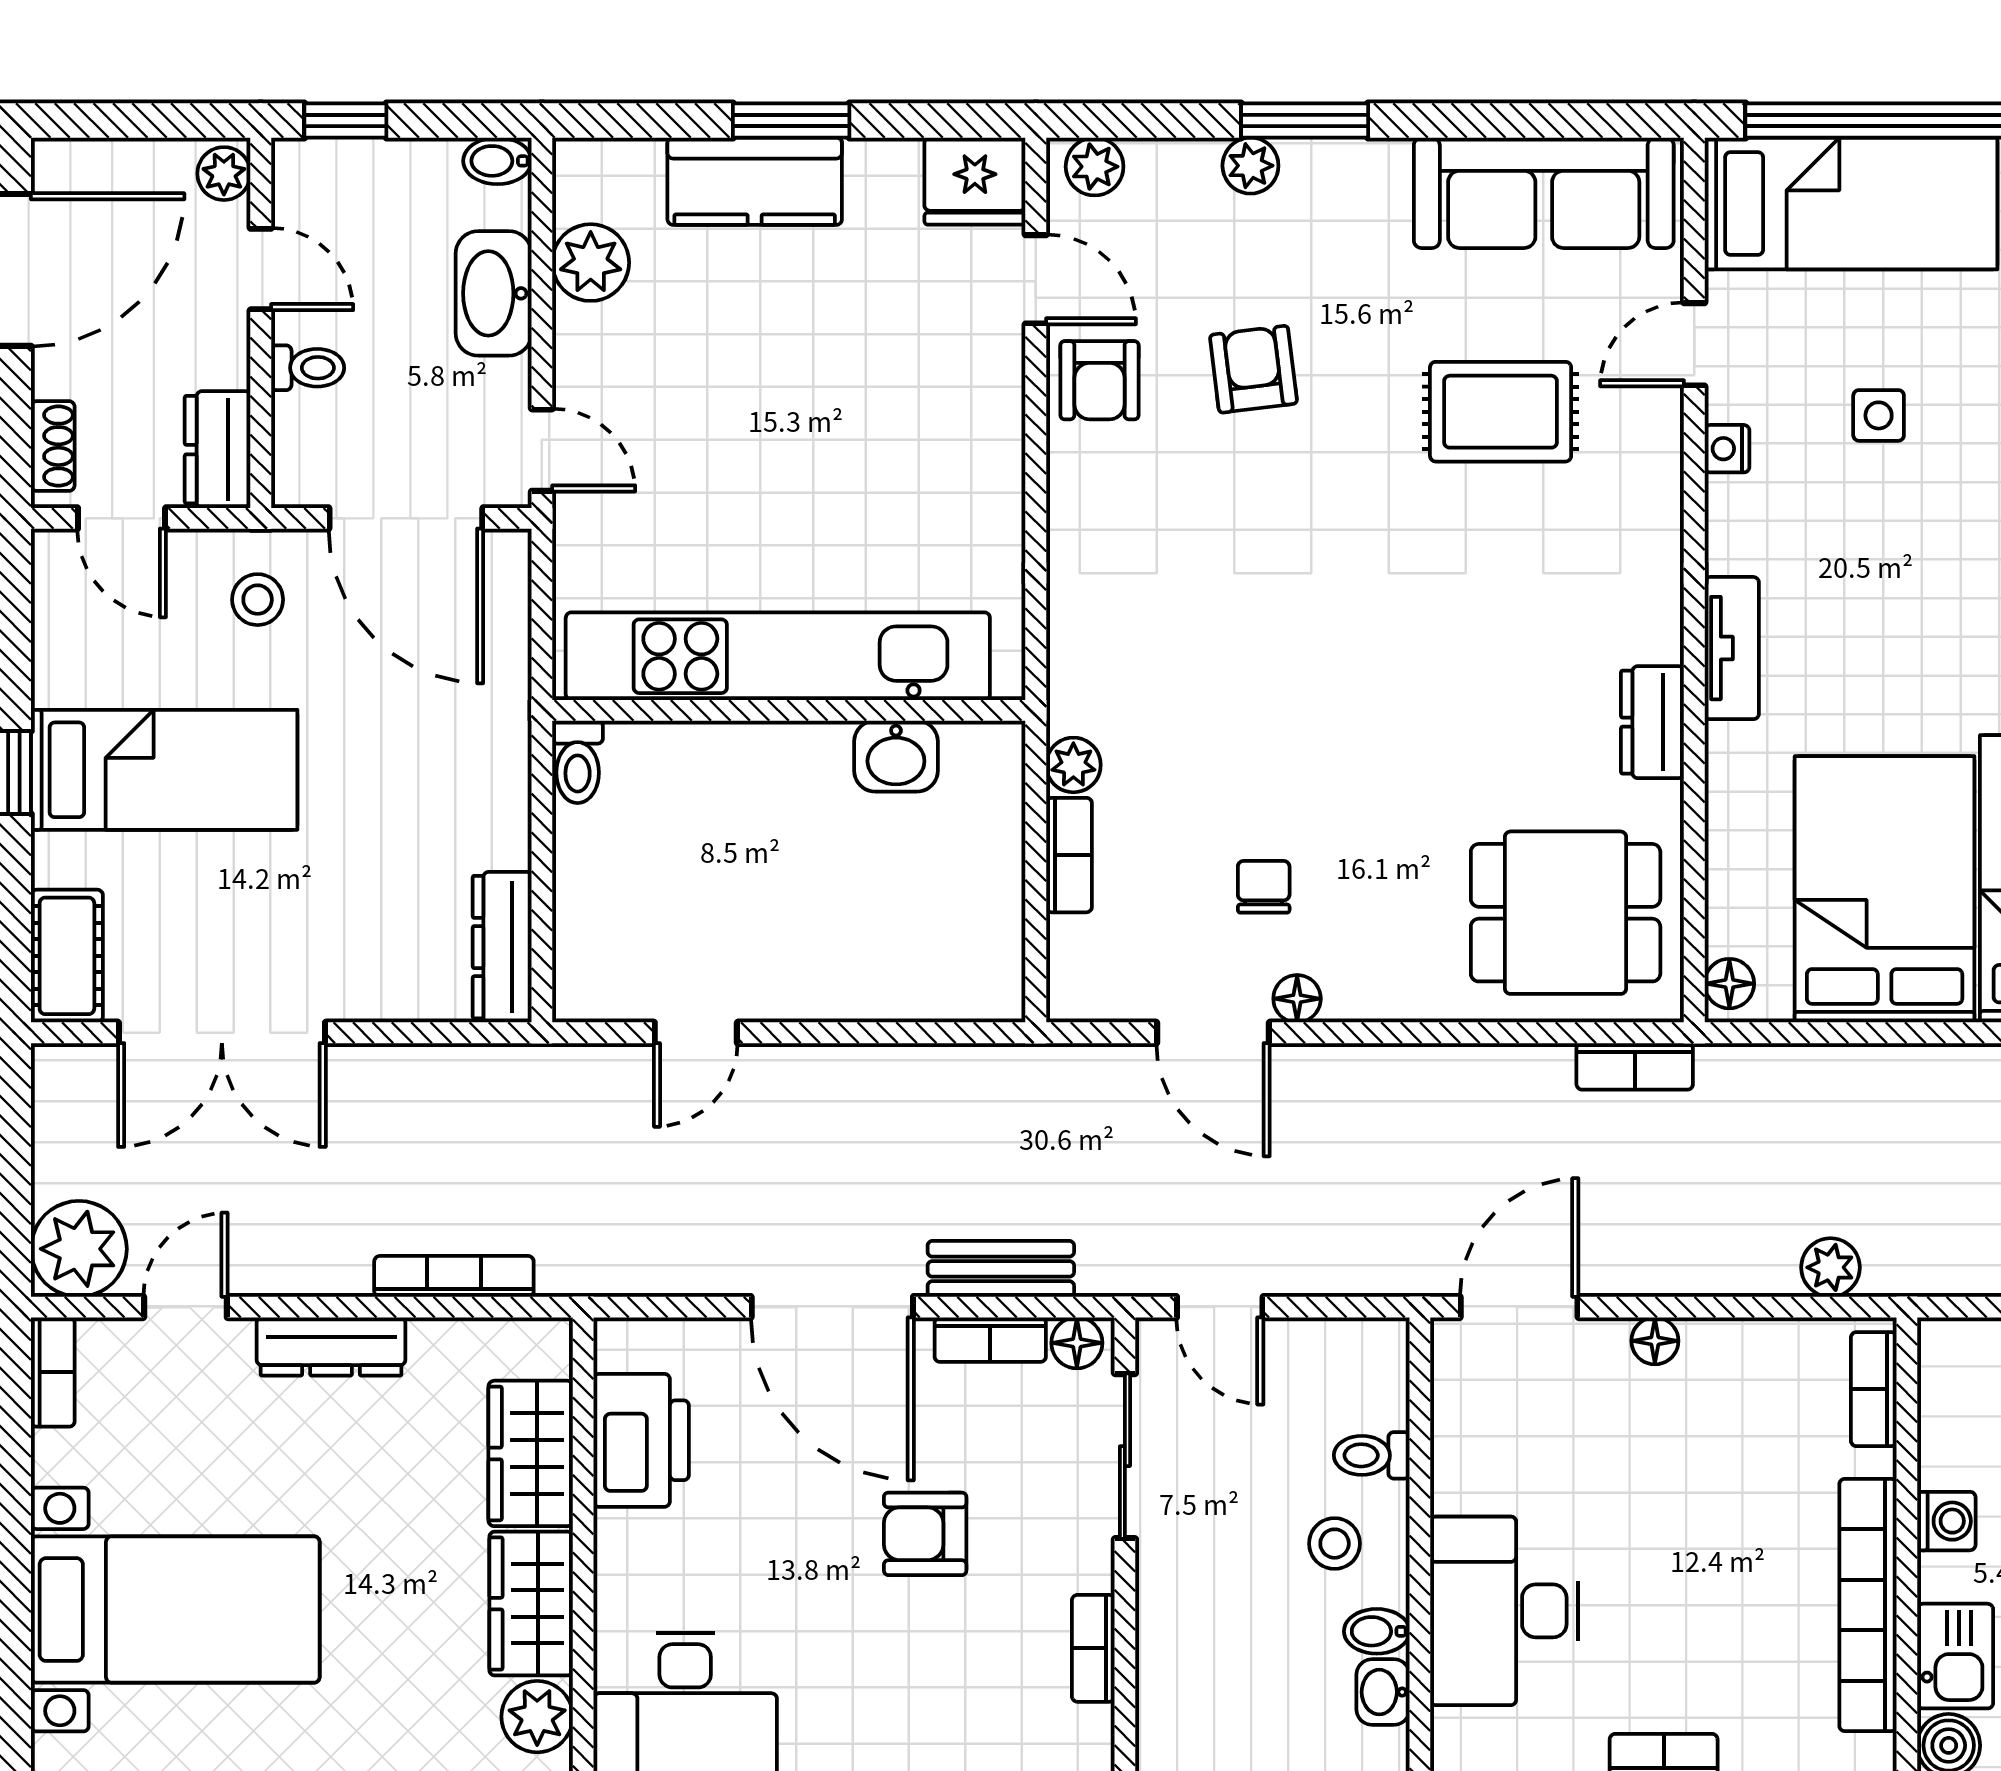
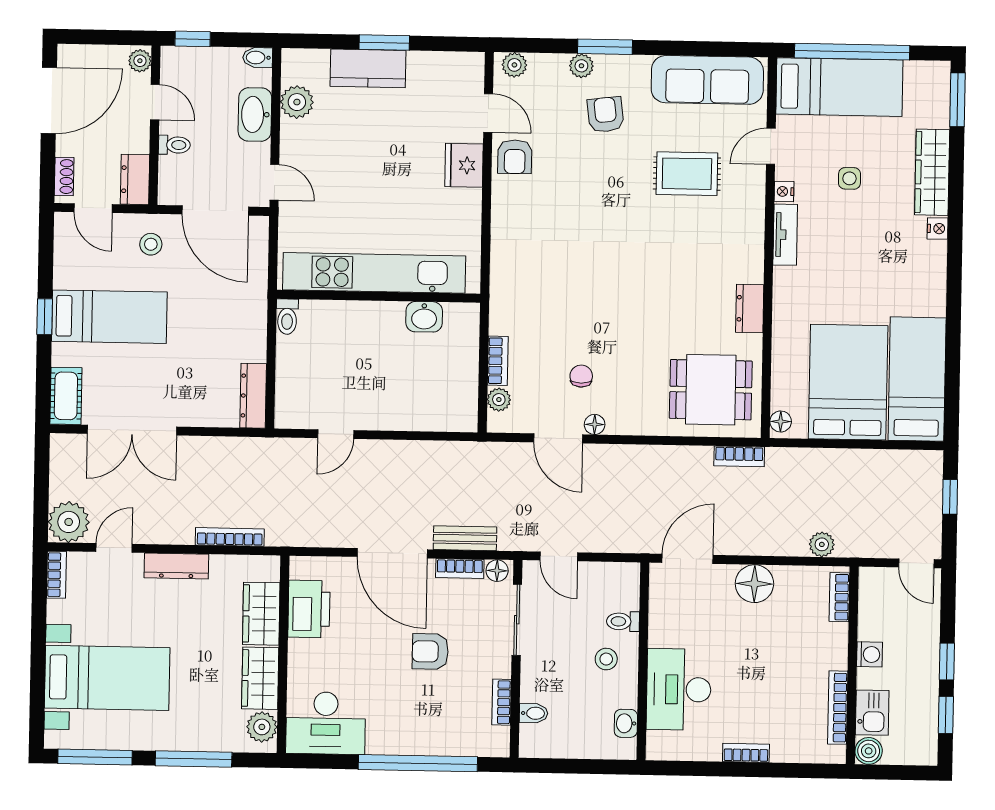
fridge: (975, 181) -> (464, 165), moved, turned 90
armchair: (1253, 369) -> (606, 115), moved
tv unit: (1732, 648) -> (785, 235), moved
plant: (1073, 765) -> (499, 400), moved
floor lamp: (1655, 1341) -> (754, 584), width x1.89, depth x1.89
bookcase: (1868, 1605) -> (838, 708), width x0.68, depth x0.76
bidet: (1377, 1631) -> (534, 713), moved, turned 180

